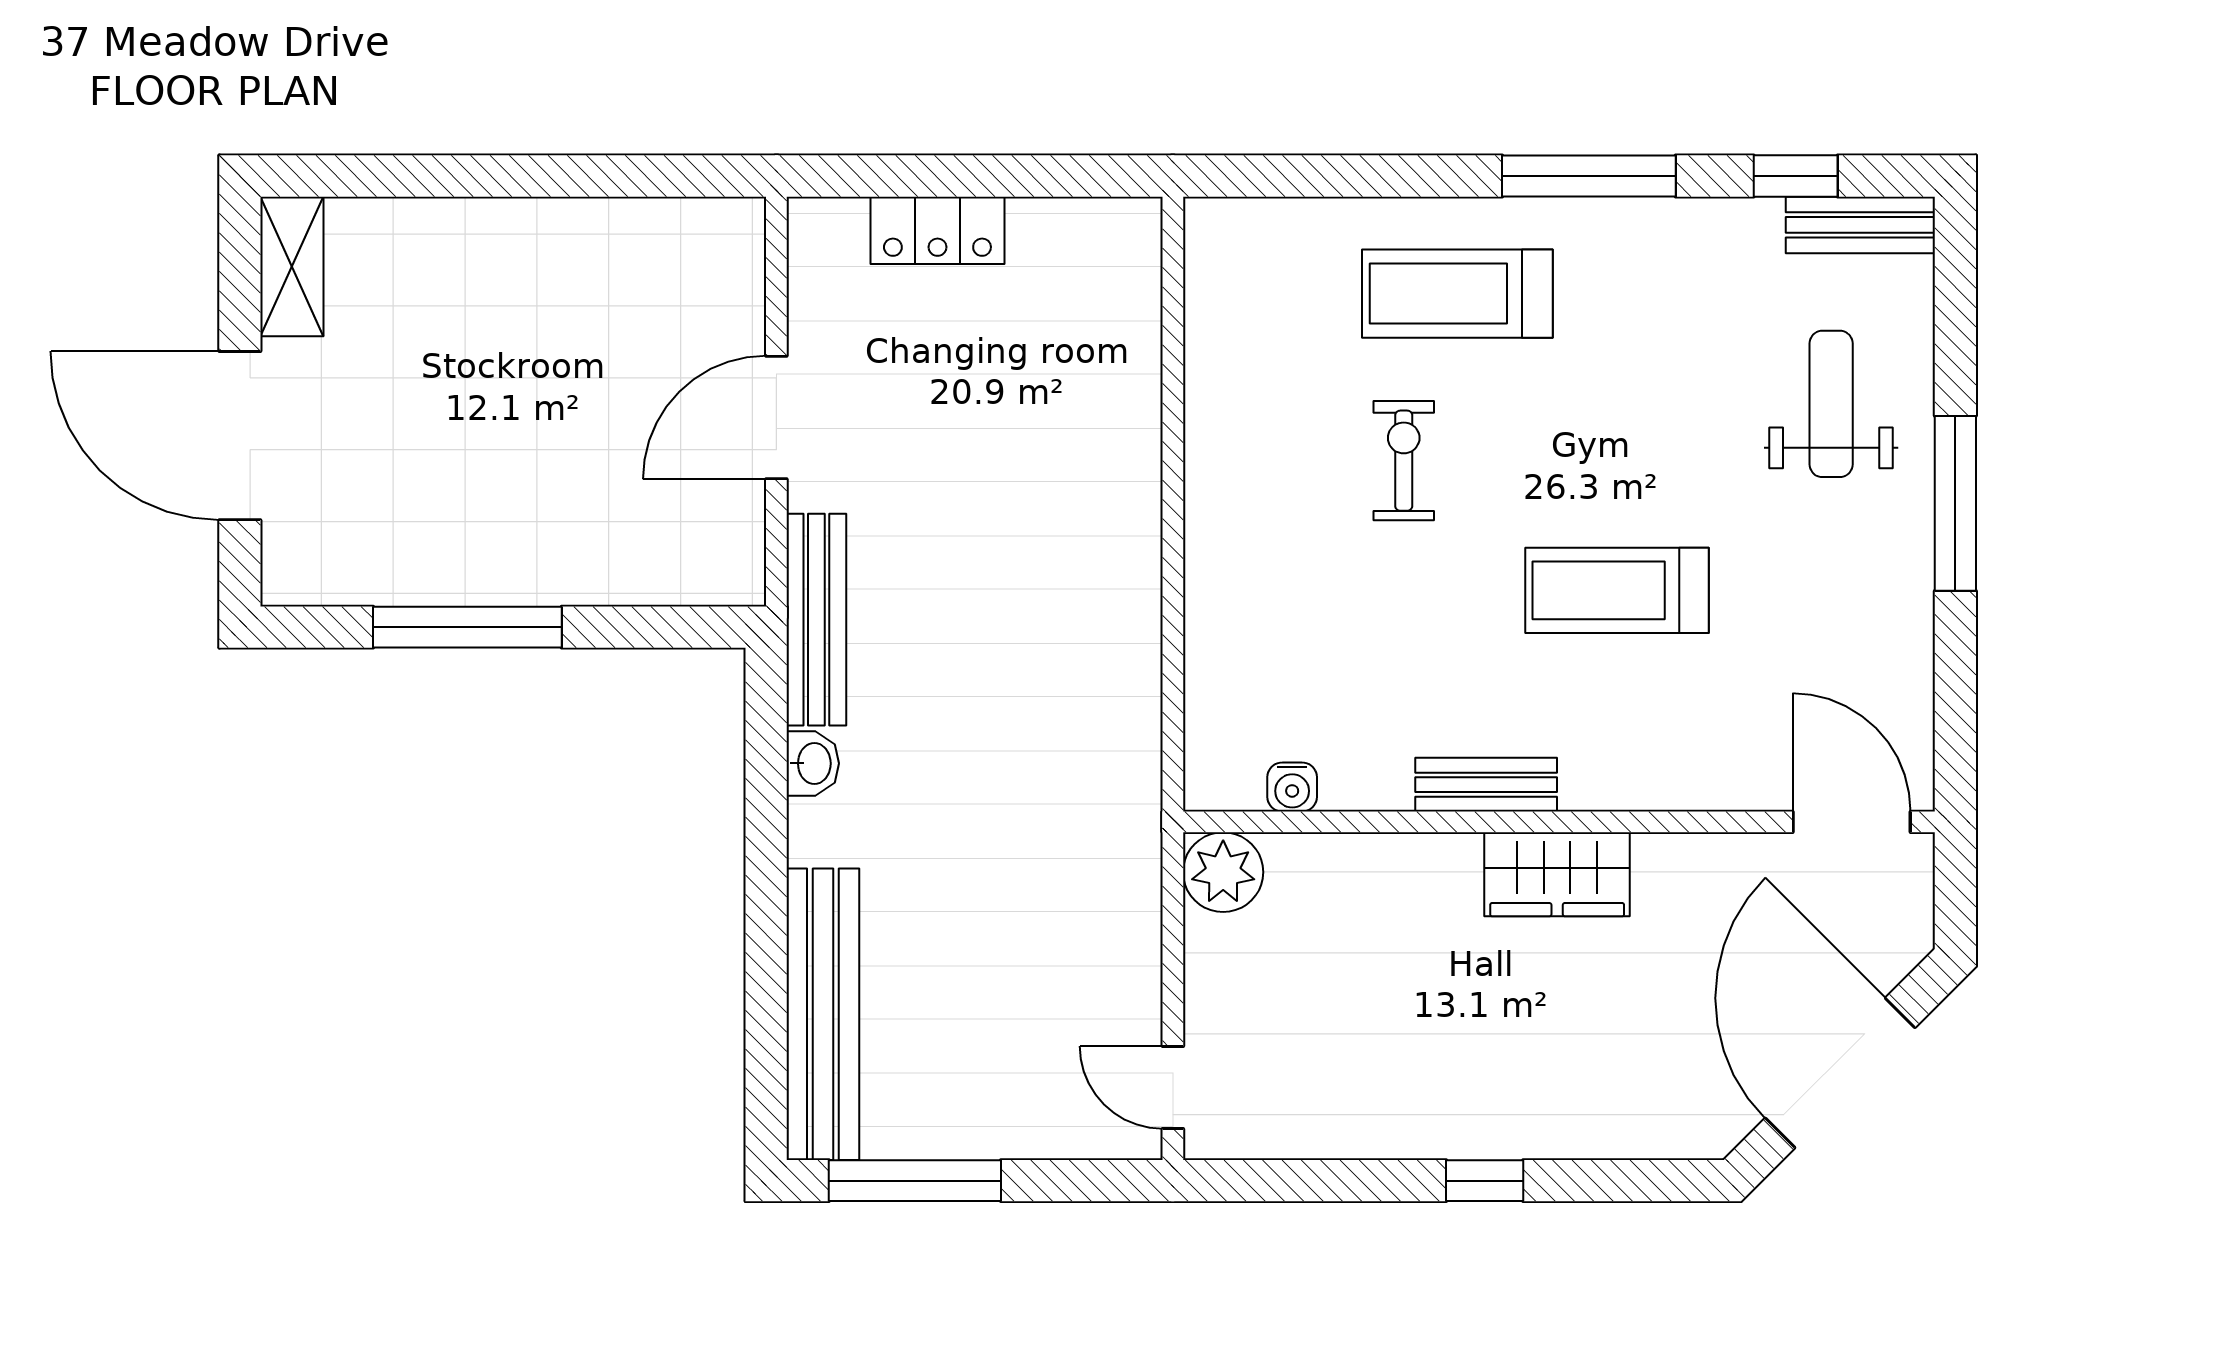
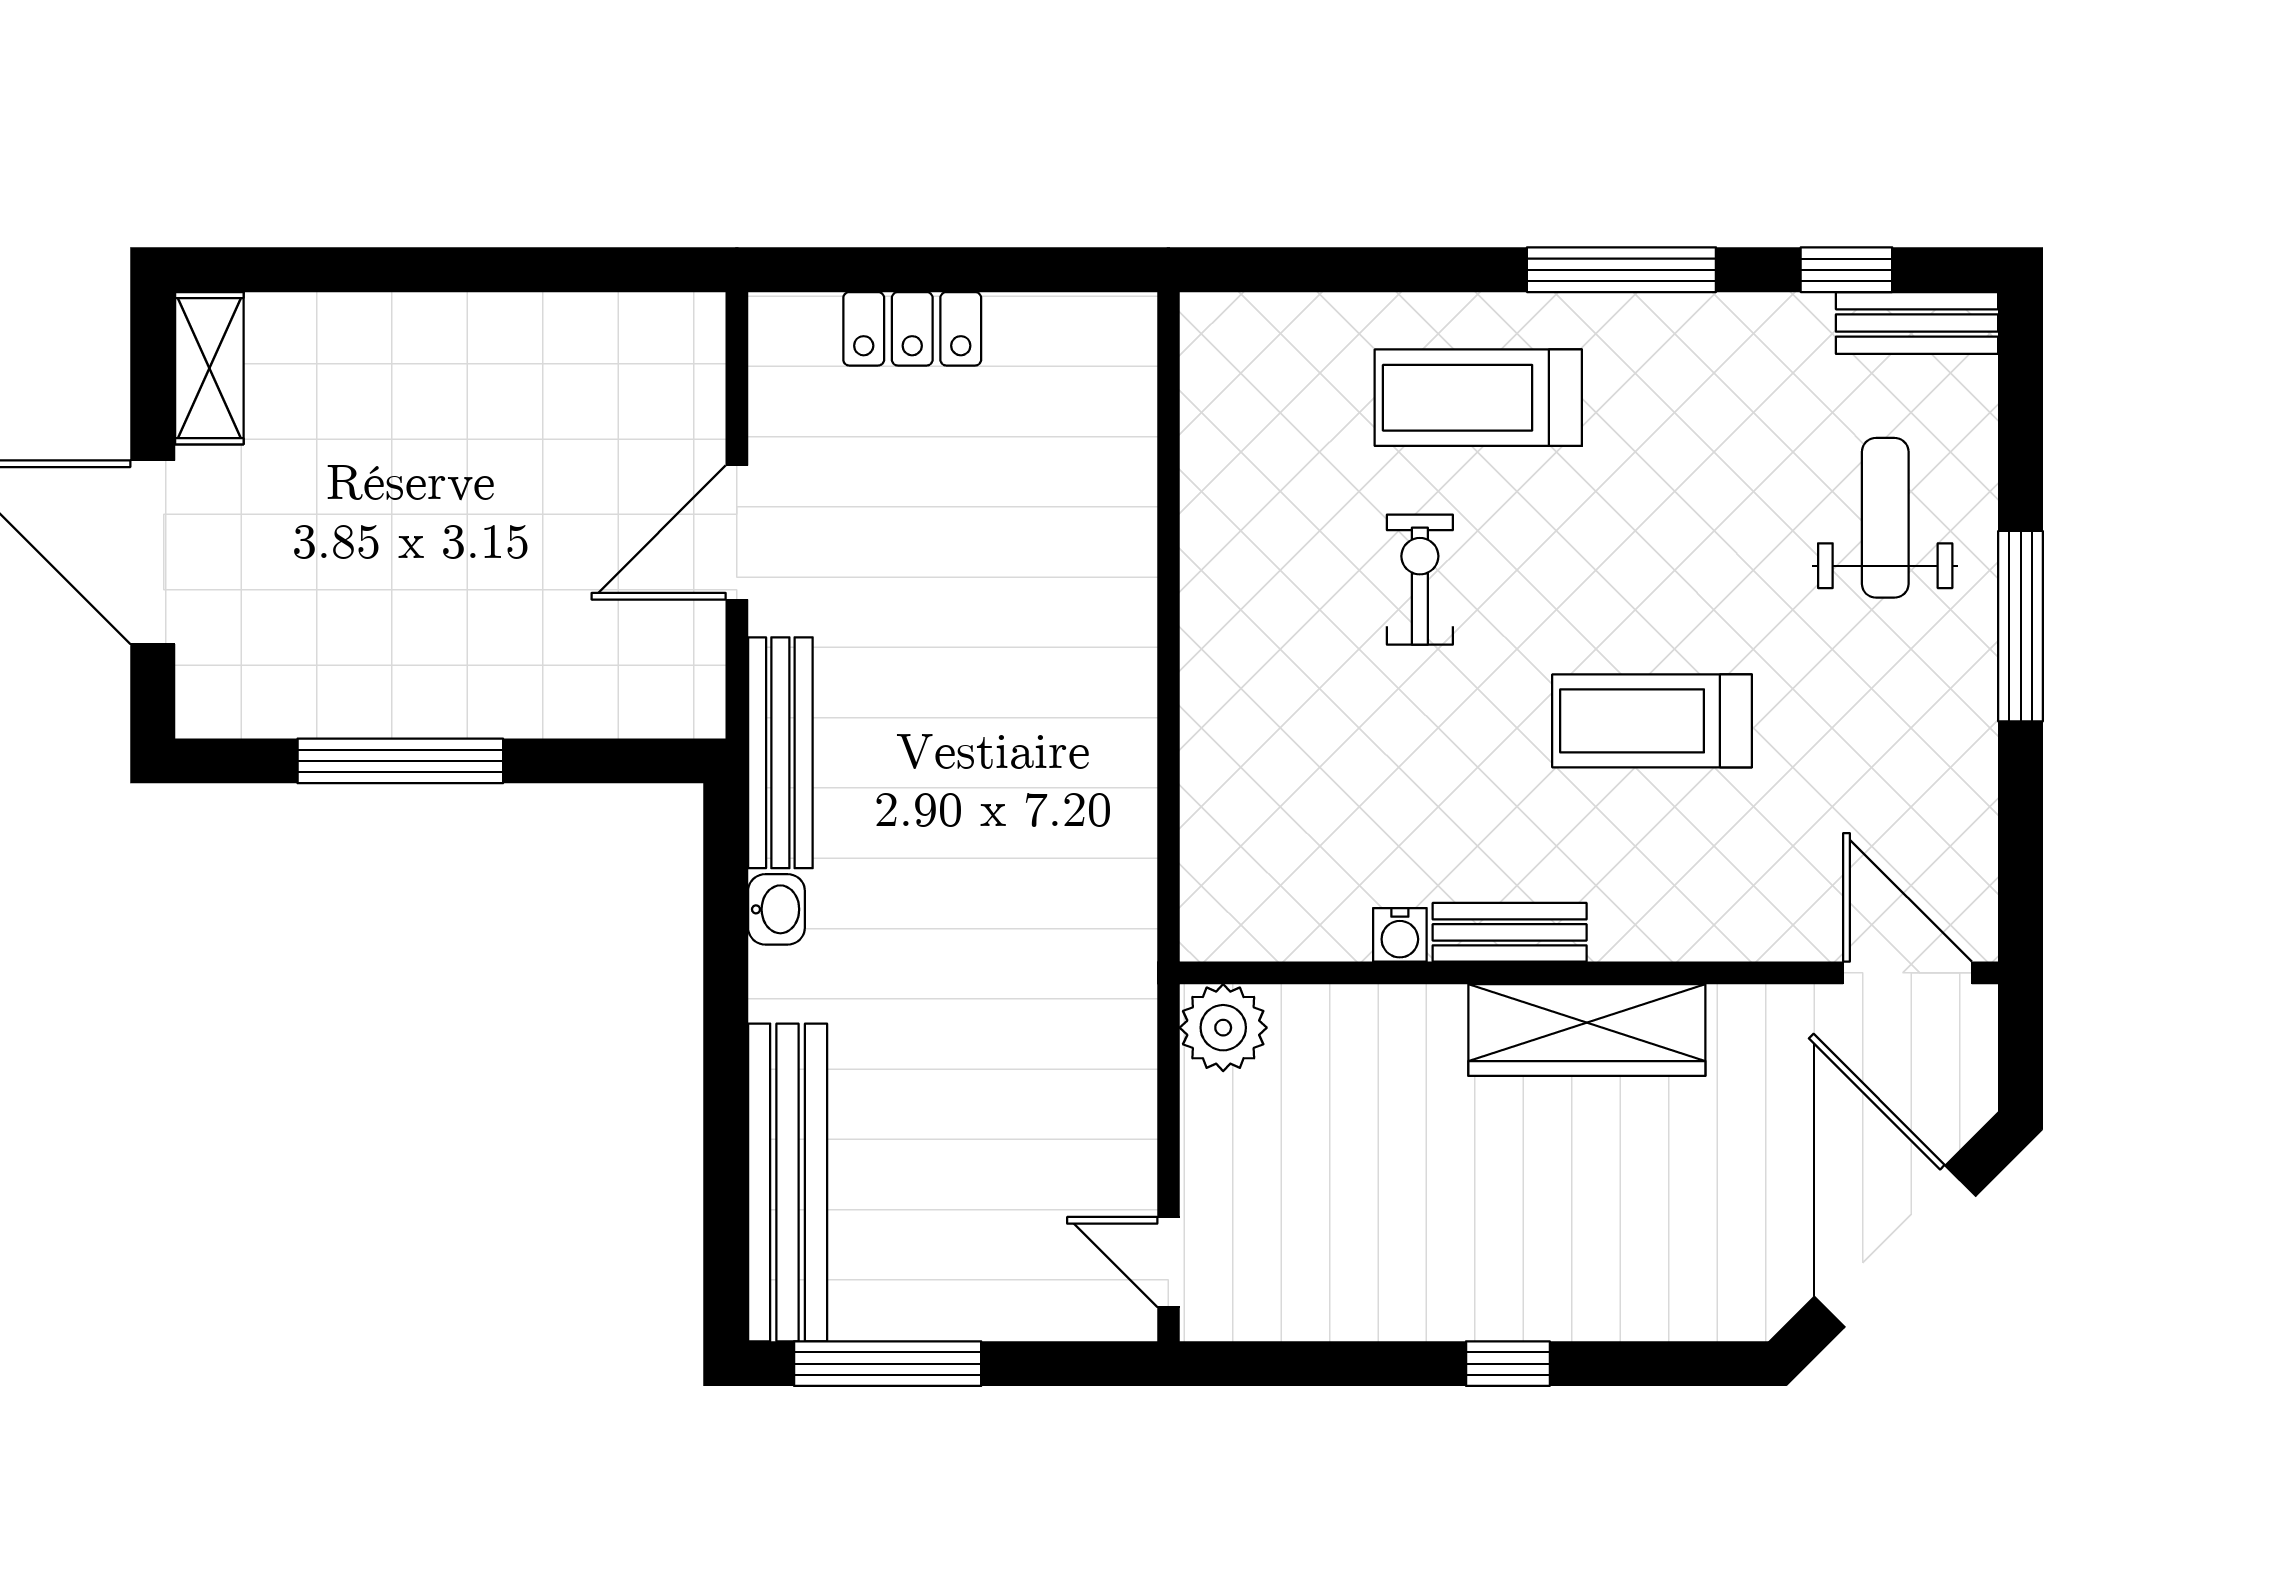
water cooler: (1292, 787) -> (1400, 935), moved
wardrobe: (1557, 874) -> (1587, 1030), width x1.50

